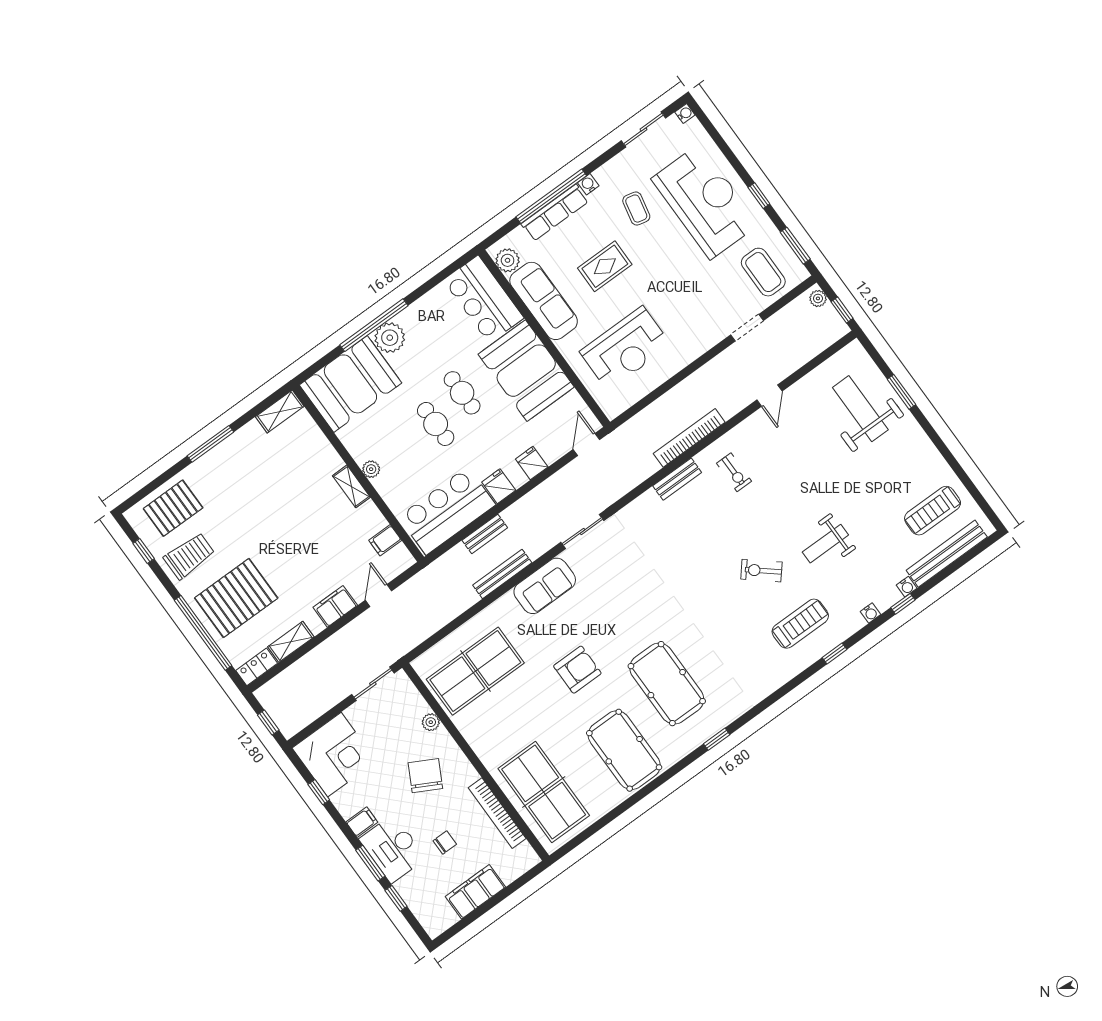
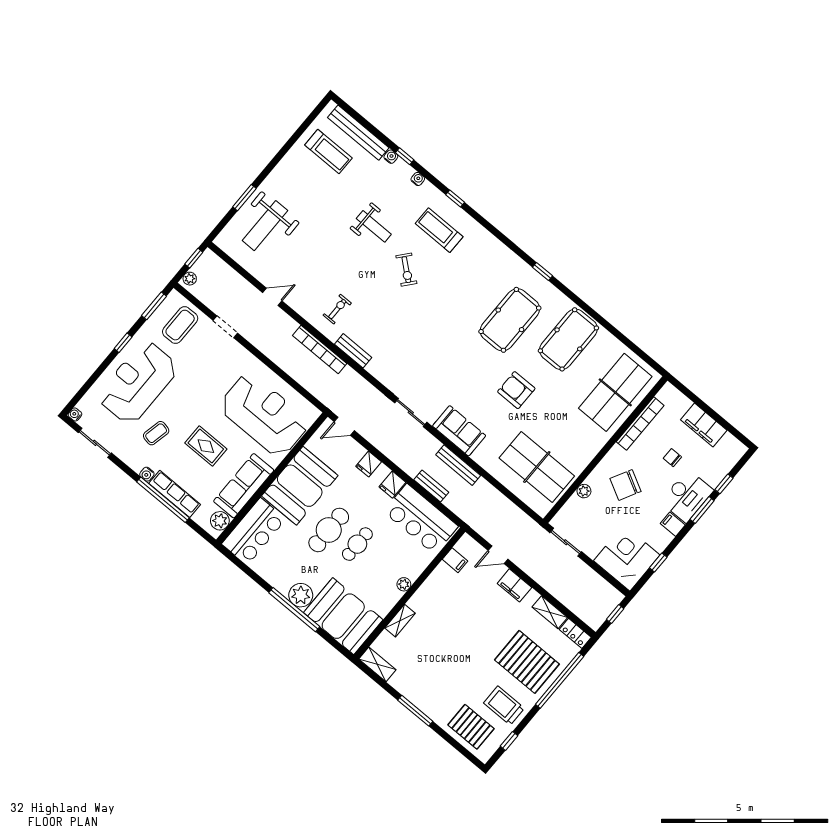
reception desk: (625, 348) -> (264, 415), width x1.36, depth x1.30
cafe table: (462, 393) -> (329, 530), width x1.37, depth x1.35
shelving: (351, 486) -> (400, 621), moved

